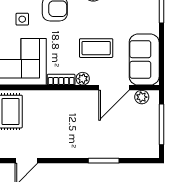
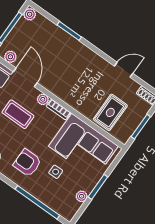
door: (114, 88) -> (25, 77), hinge flipped
plant: (152, 150) -> (30, 14), added

